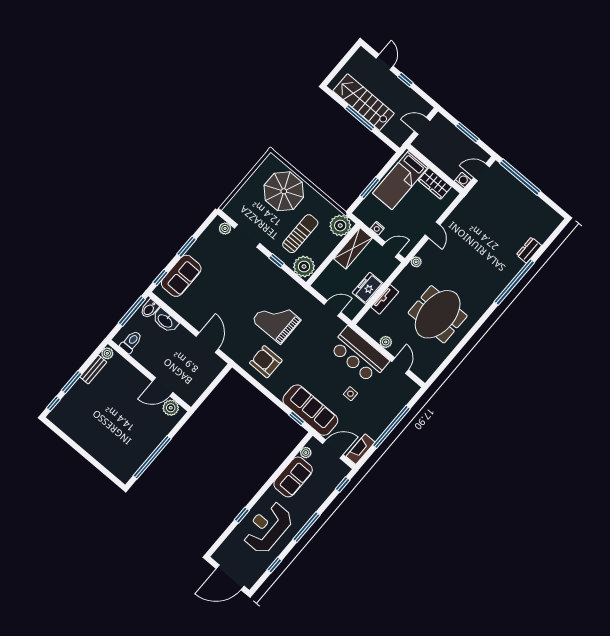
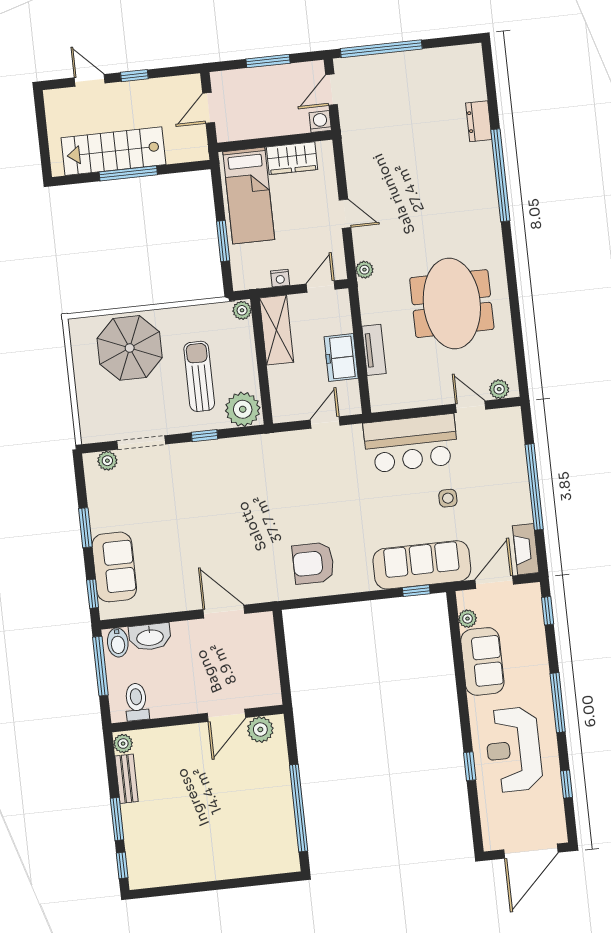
plant: (340, 226) -> (242, 310), width x0.53, depth x0.53
grand piano: (276, 320) -> (276, 503), removed
plant: (386, 342) -> (499, 389), moved

